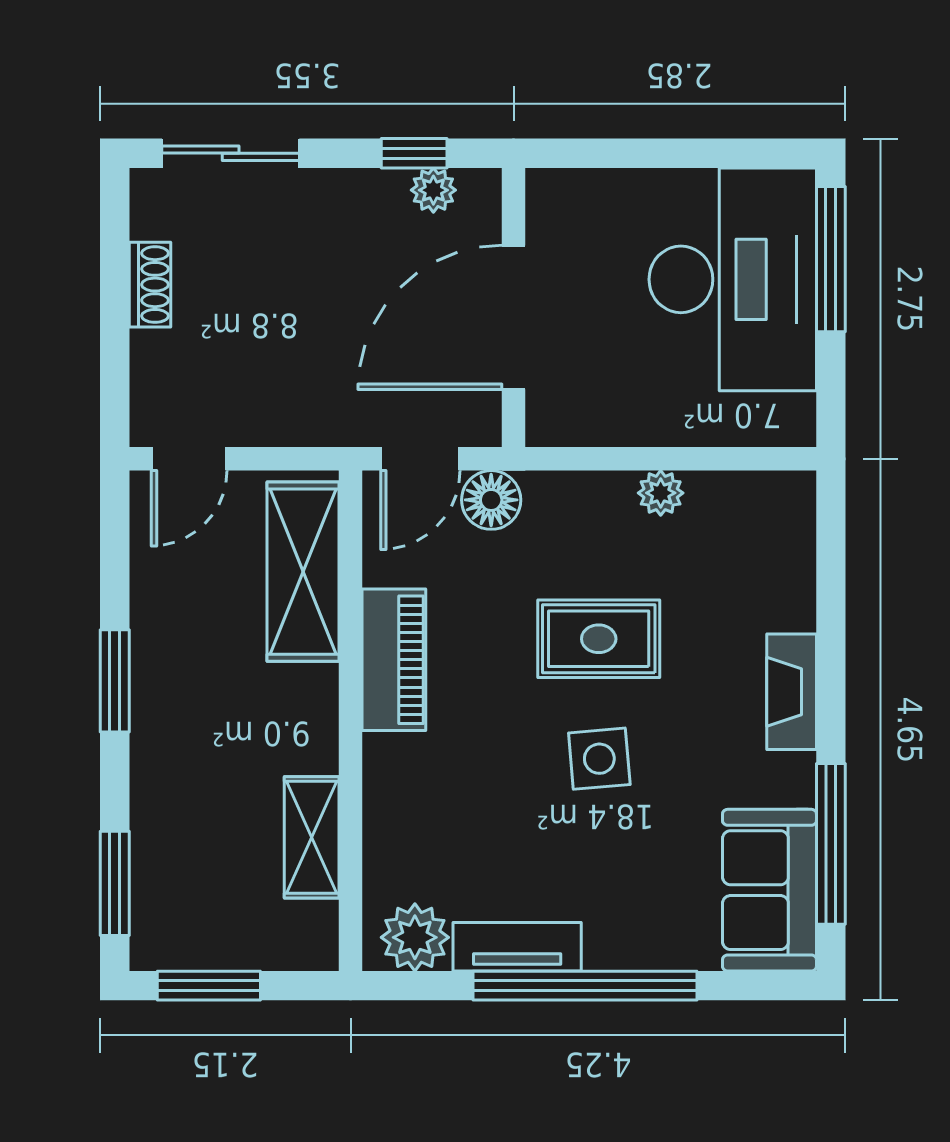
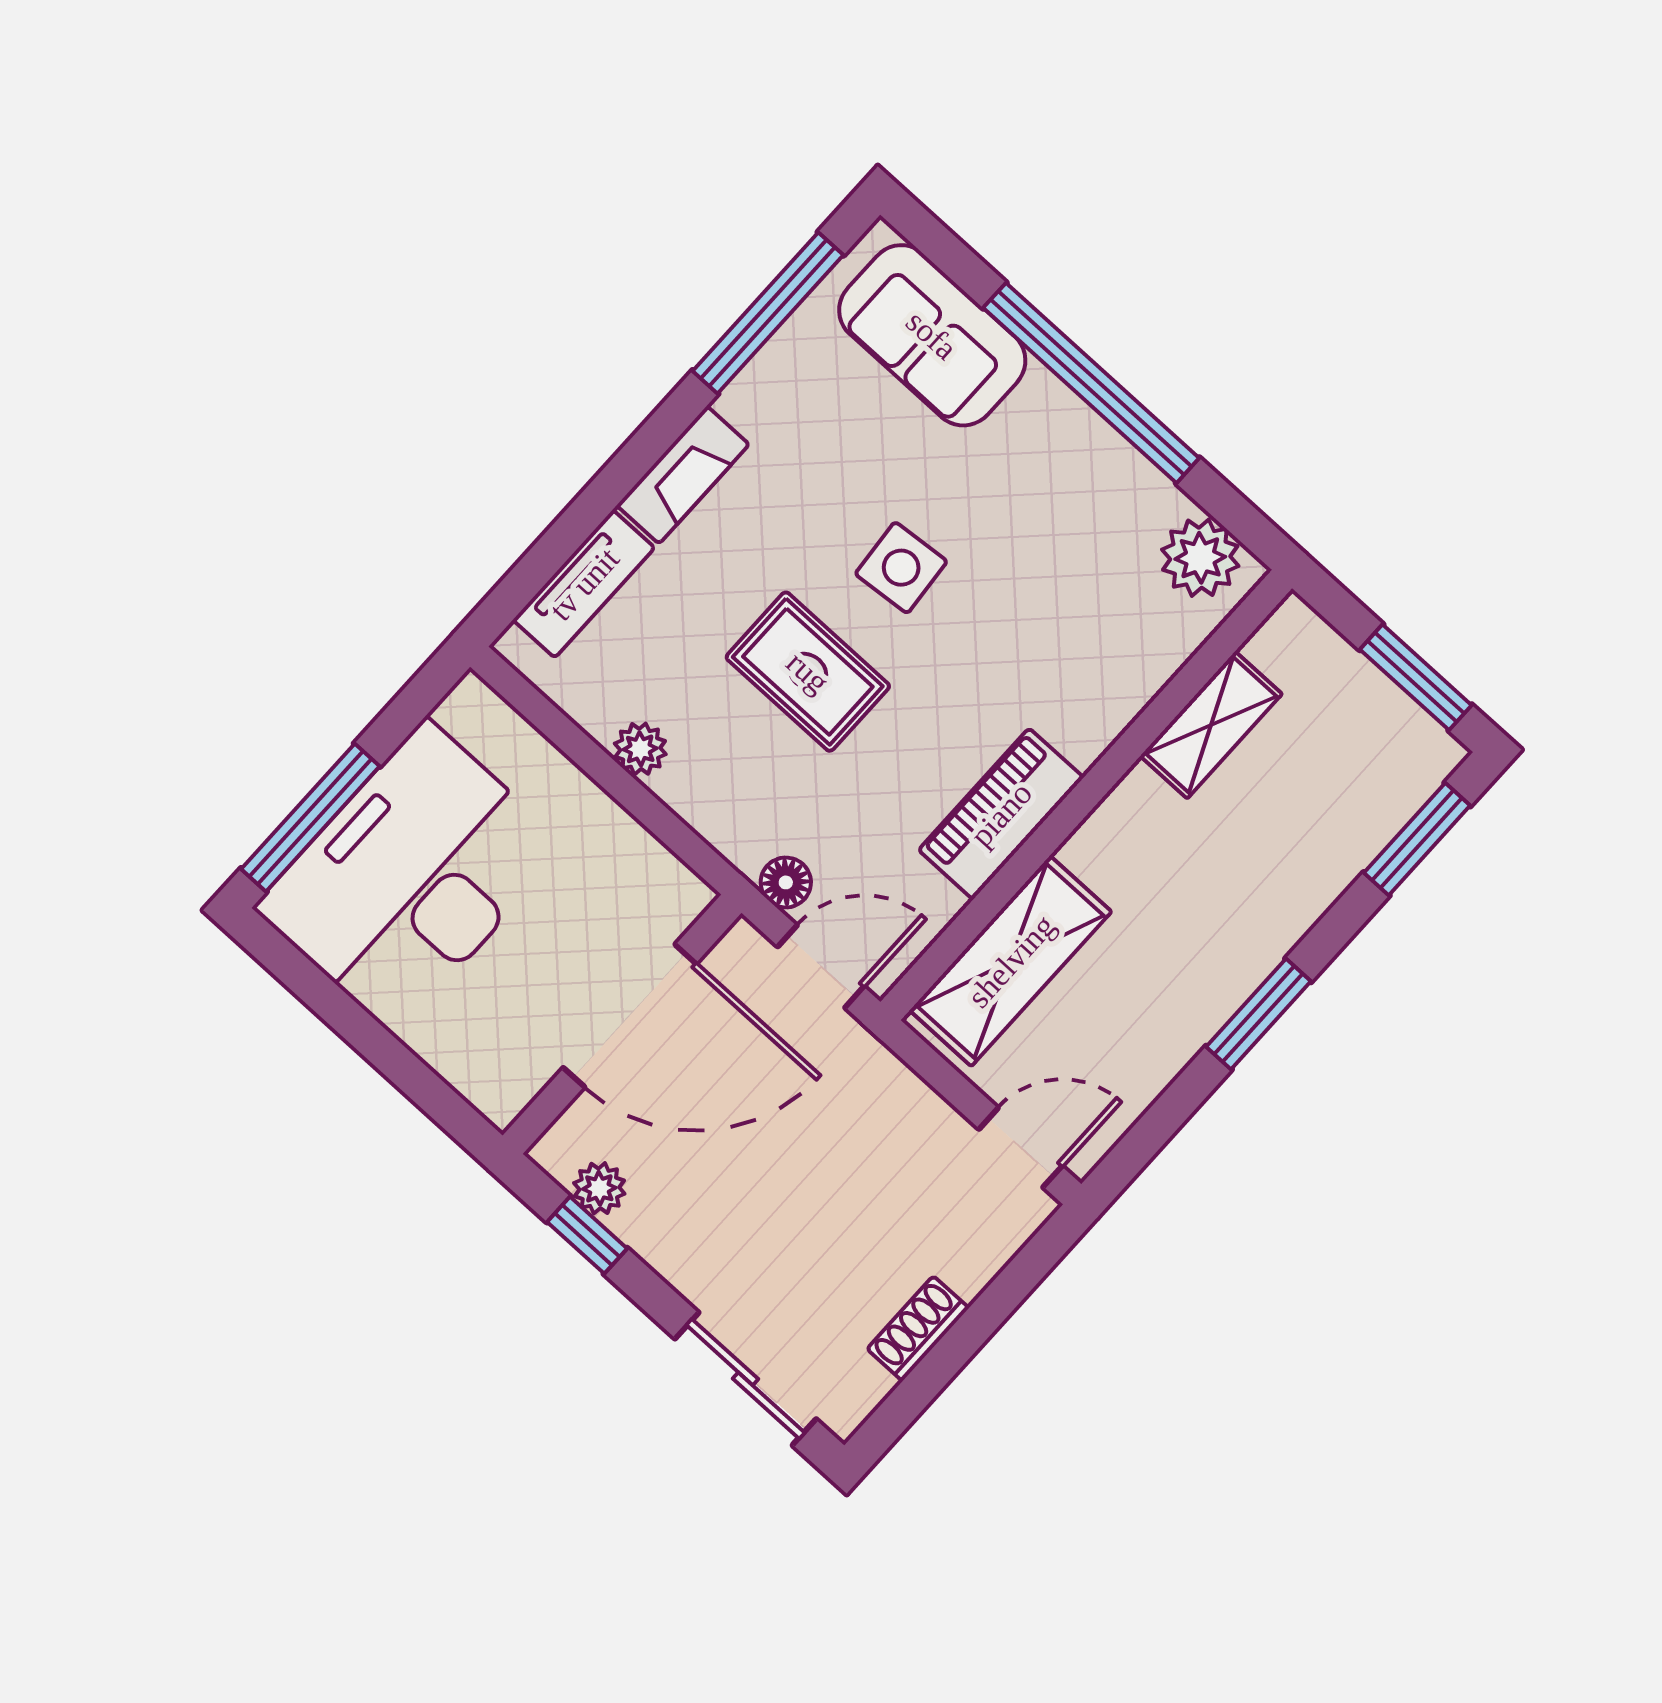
floor lamp: (491, 500) -> (786, 882), width x0.73, depth x0.73
sofa: (769, 890) -> (932, 335), moved, turned 90
tv unit: (517, 947) -> (584, 584), moved, turned -90

